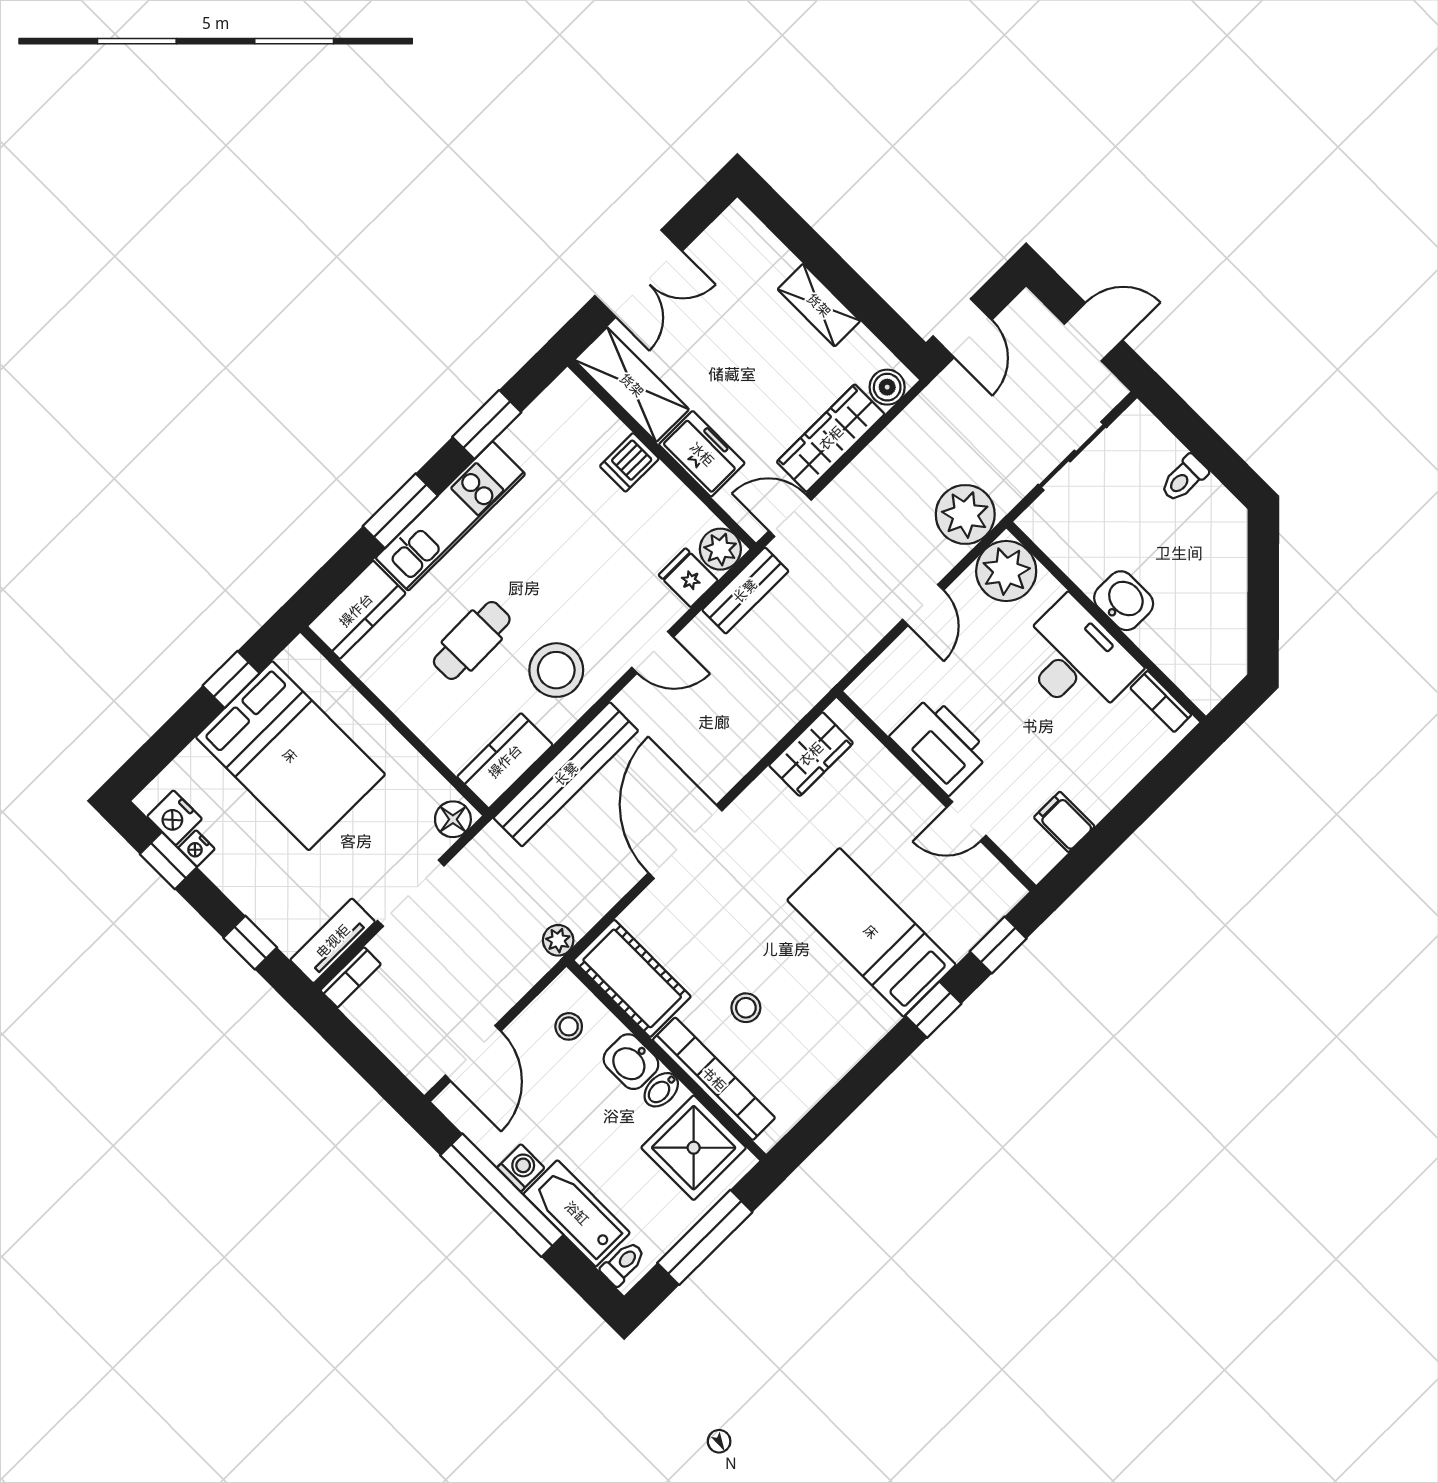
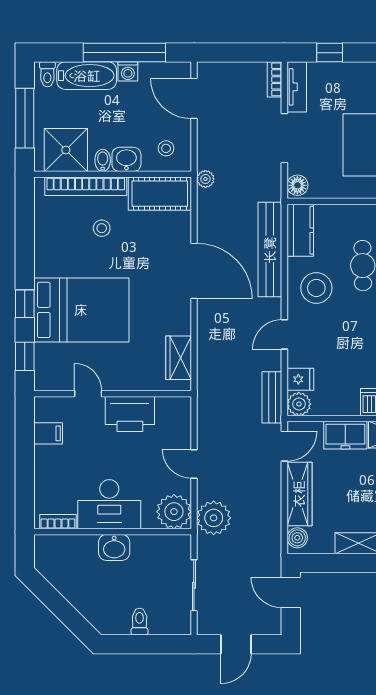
door: (966, 821) -> (88, 394), hinge flipped
bed: (871, 932) -> (81, 310), width x1.50

